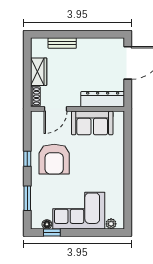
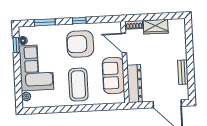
bench: (62, 43) -> (183, 72), moved
coffee table: (101, 164) -> (78, 85), added

